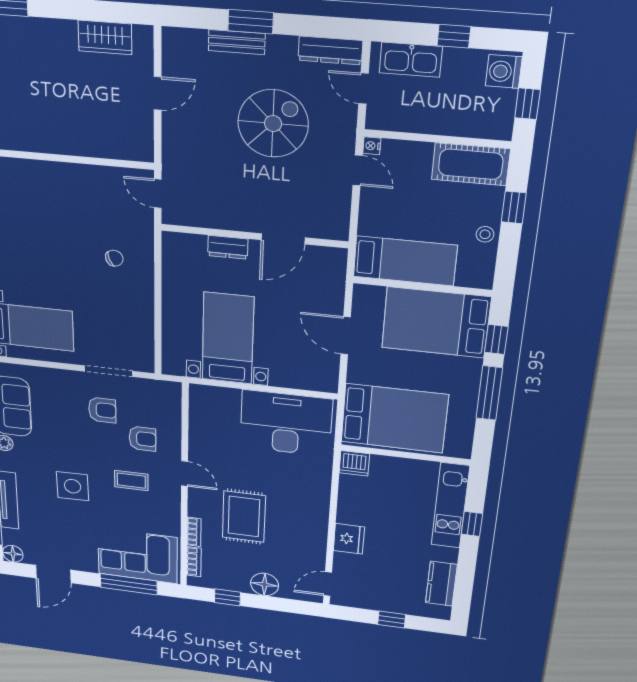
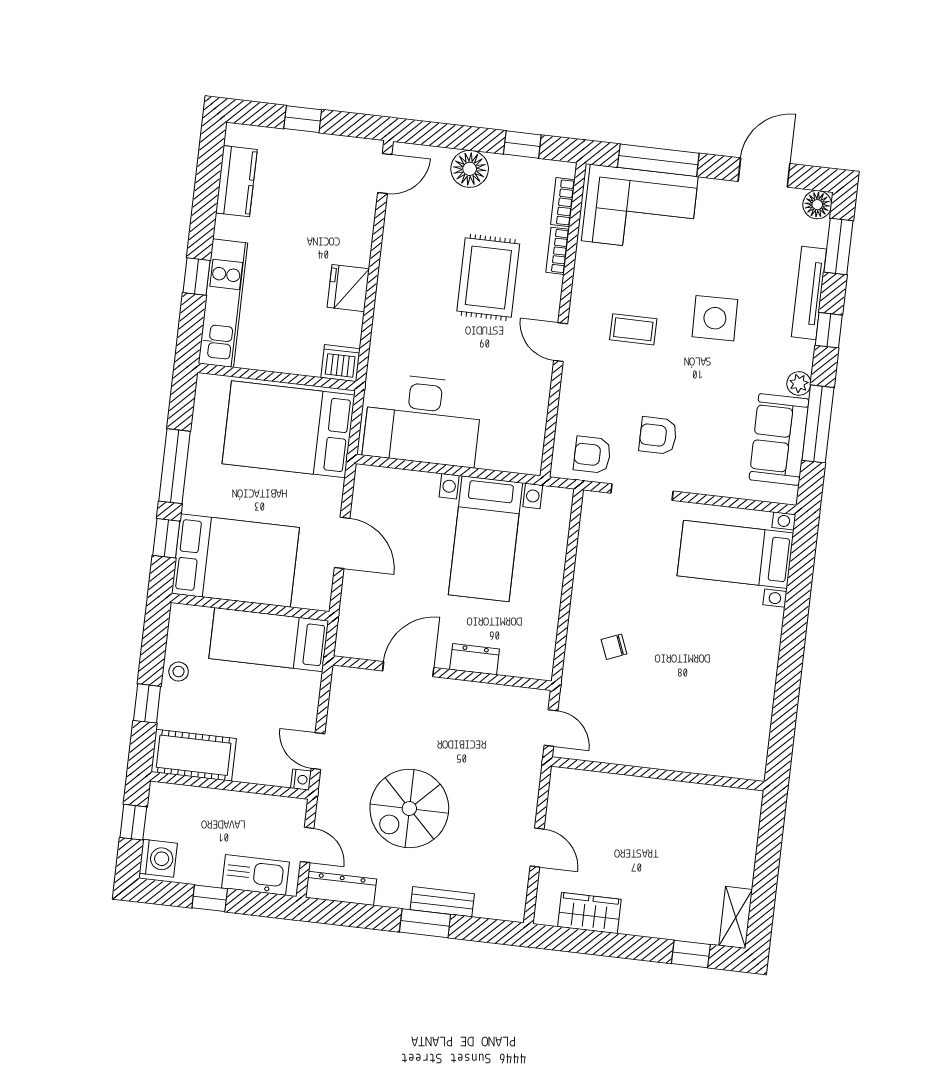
door: (158, 93) -> (537, 848), swing flipped
armchair: (143, 439) -> (592, 455), moved
fridge: (349, 539) -> (348, 288), moved

